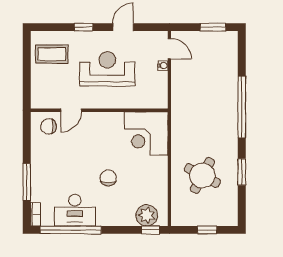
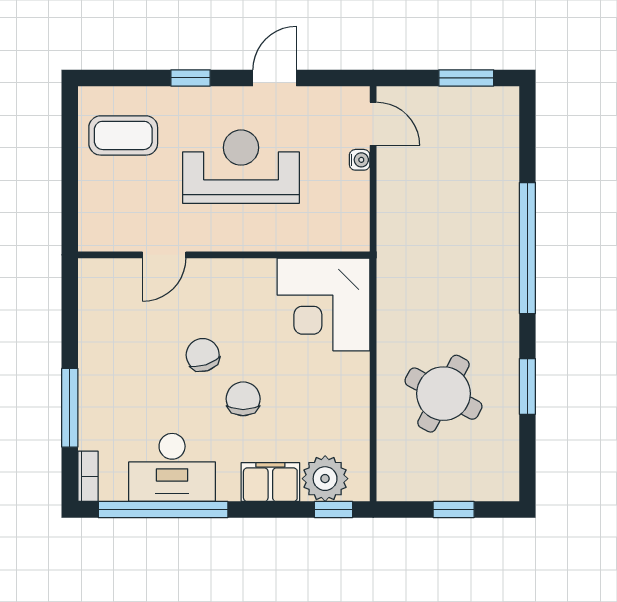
chair: (49, 126) -> (203, 355), moved, turned 72
filing cabinet: (121, 217) -> (270, 482), added

